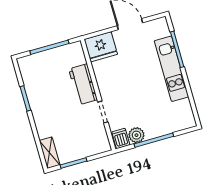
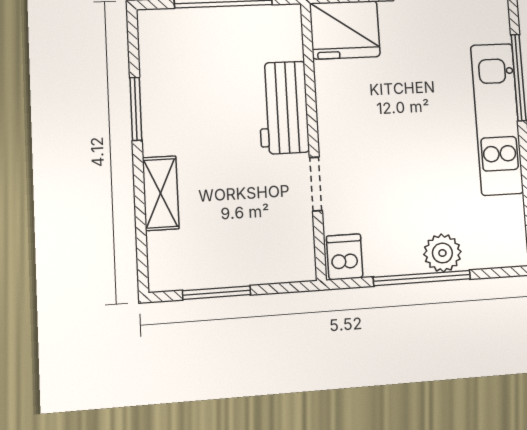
plant: (136, 135) -> (442, 253), moved
shelving: (50, 153) -> (161, 193), moved

